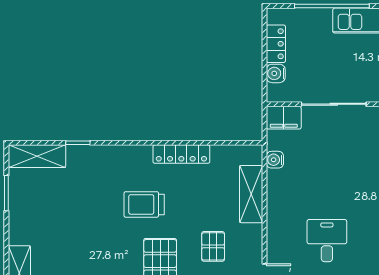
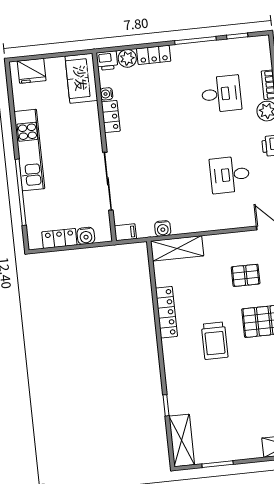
filing cabinet: (284, 118) -> (125, 232), width x0.50
shelving: (251, 194) -> (177, 248), moved

